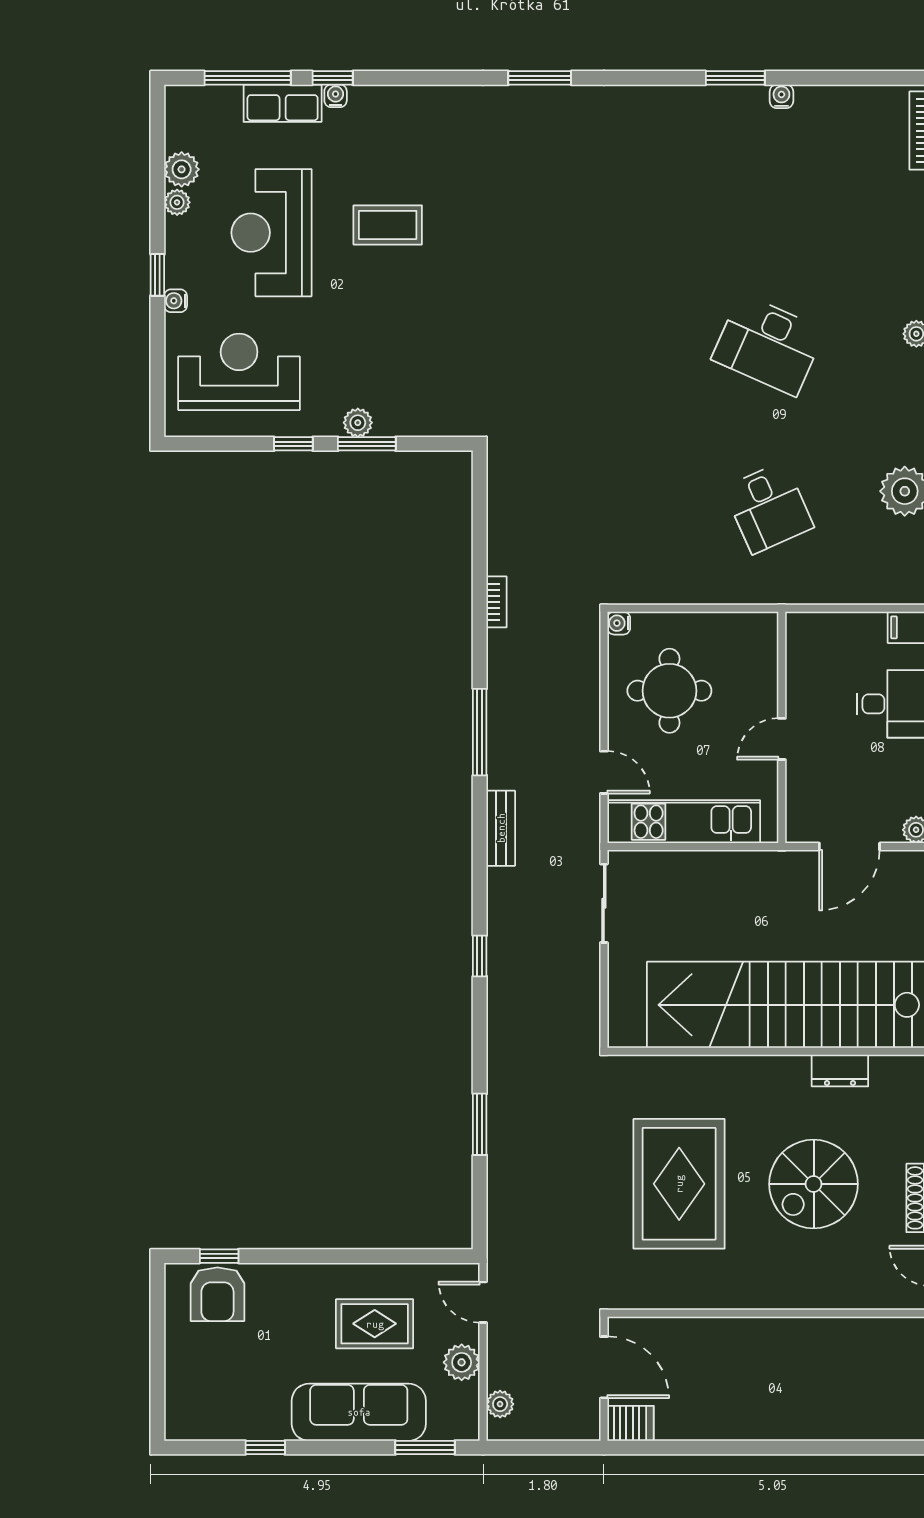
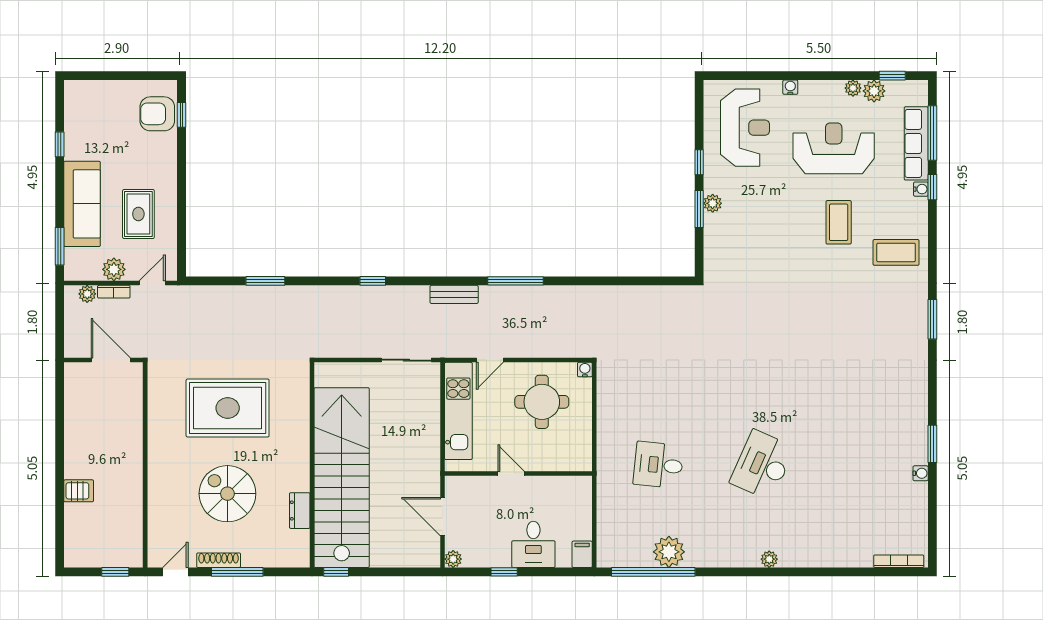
row of seats: (283, 103) -> (916, 143), width x1.48
coffee table: (435, 135) -> (896, 252), added
window: (157, 275) -> (892, 76), moved
desk: (768, 508) -> (659, 465), turned 30
bookcase: (497, 602) -> (114, 292), moved
door: (604, 1367) -> (111, 360), swing flipped
server rack: (630, 1423) -> (79, 491), moved, turned -90

